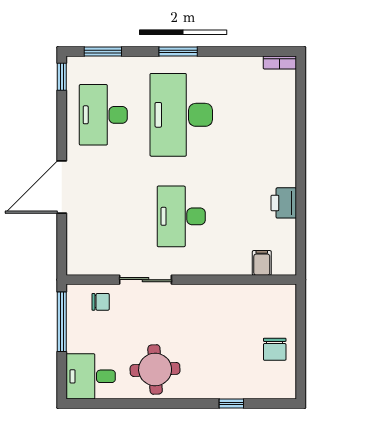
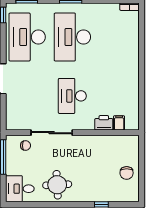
desk: (103, 115) -> (27, 37), width x1.36, depth x1.30
printer: (284, 203) -> (104, 123), moved, turned 90
sliding door: (145, 280) -> (52, 133), width x1.37

